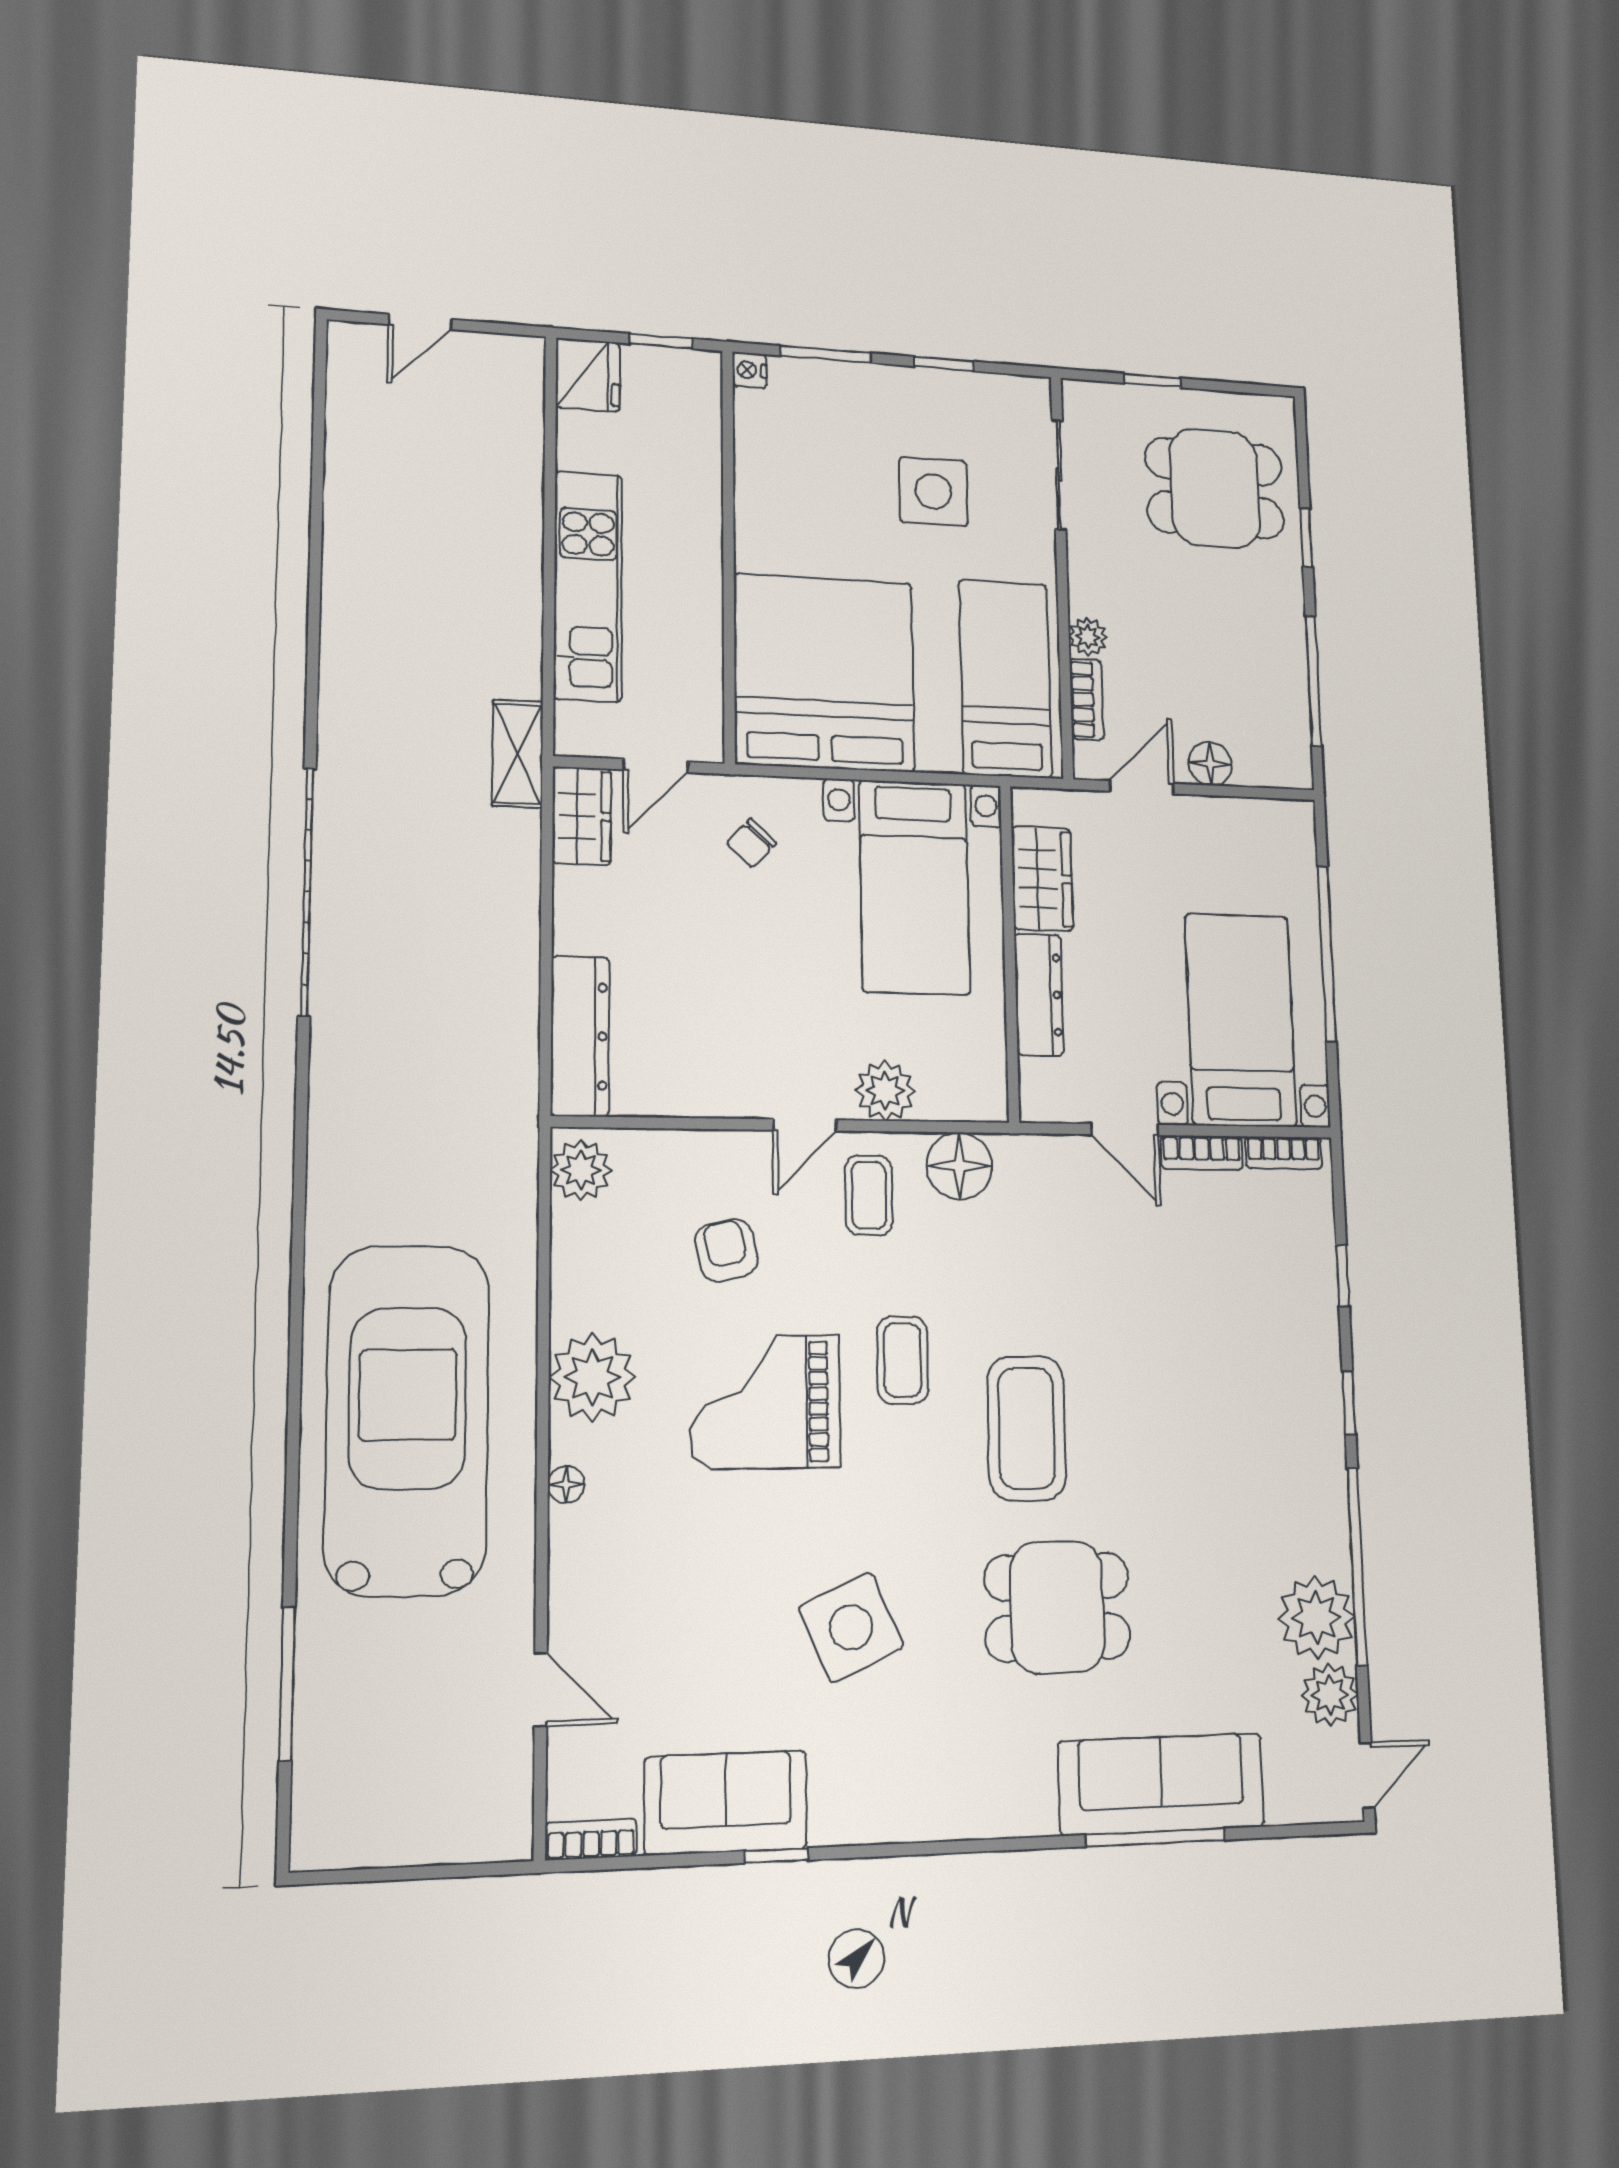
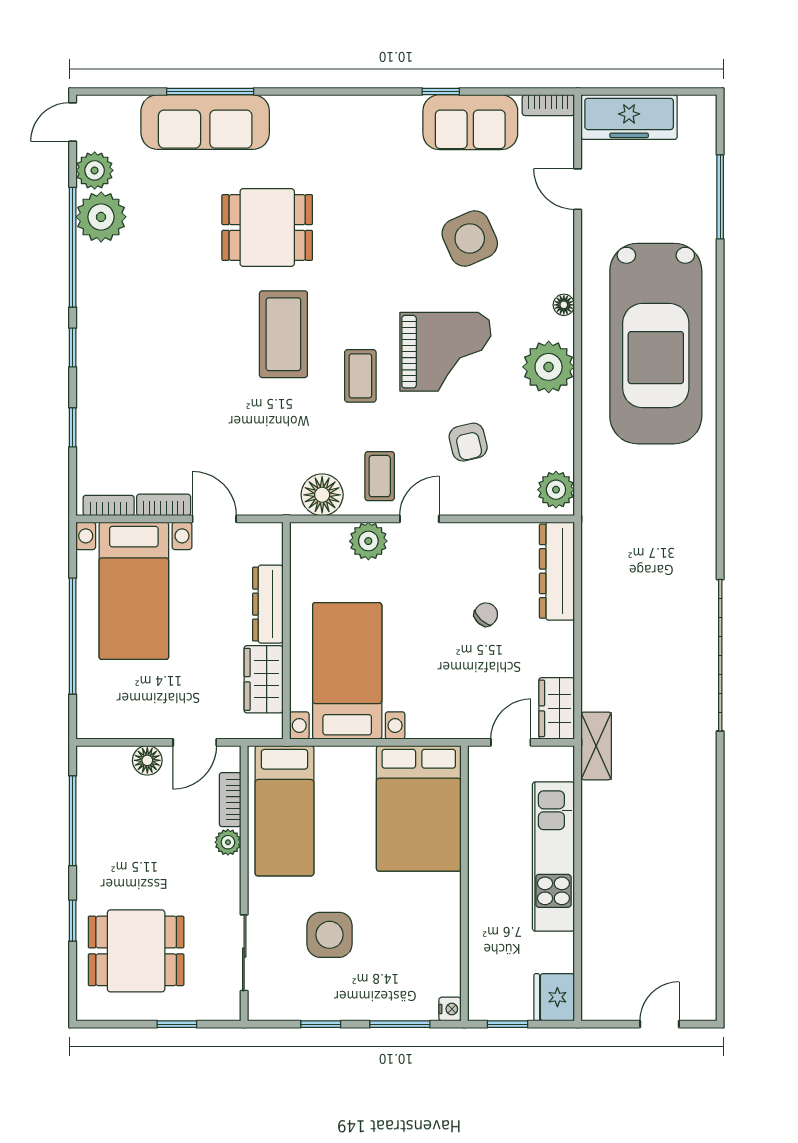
bed: (824, 673) -> (419, 808), width x0.73
chair: (752, 843) -> (486, 614), moved
side table: (851, 1627) -> (470, 238), moved
freezer: (449, 1824) -> (629, 117), added

